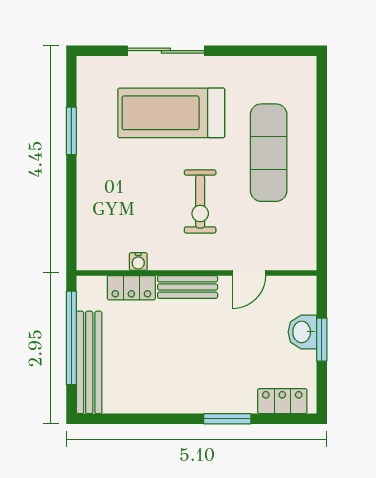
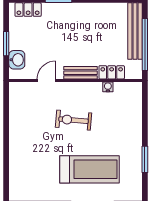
exercise mat: (269, 153) -> (36, 147), removed
exercise bike: (200, 202) -> (74, 120), turned -85
washbasin: (302, 332) -> (17, 60), moved

